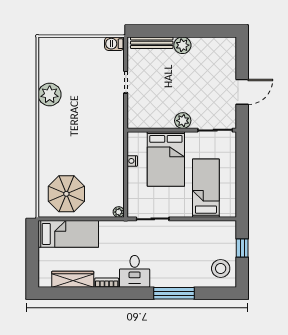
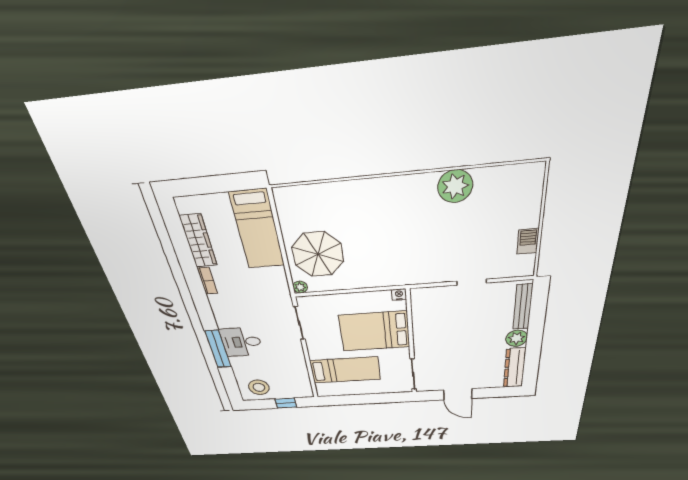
barbecue: (114, 44) -> (528, 241), moved
dresser: (214, 45) -> (515, 368), added
plant: (183, 121) -> (423, 344), removed
nightstand: (132, 161) -> (399, 295), moved
parasol: (66, 194) -> (318, 254), moved
desk: (135, 271) -> (241, 342), moved

